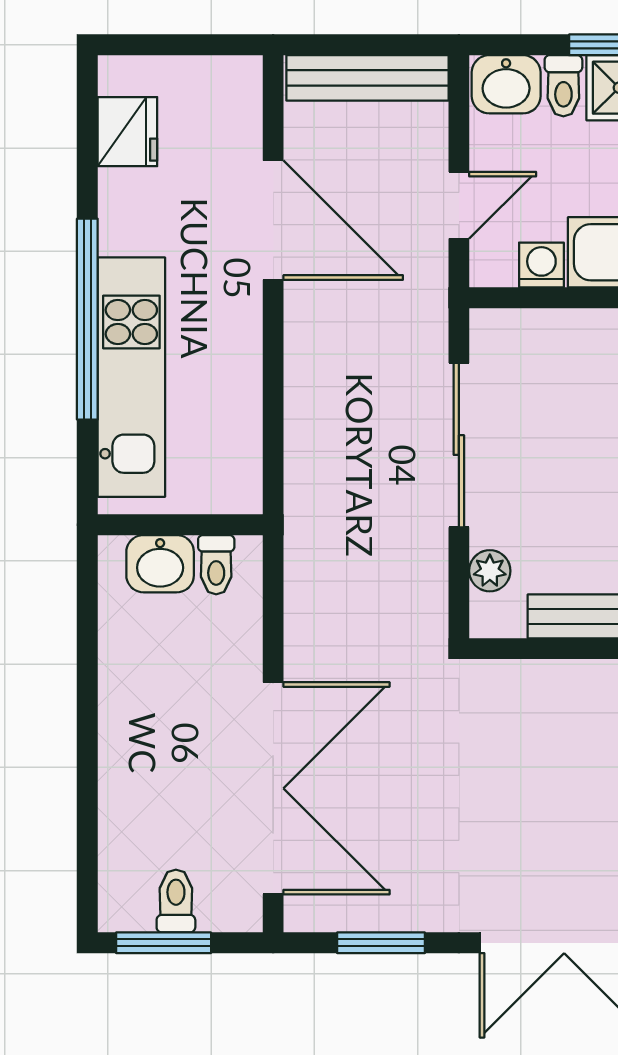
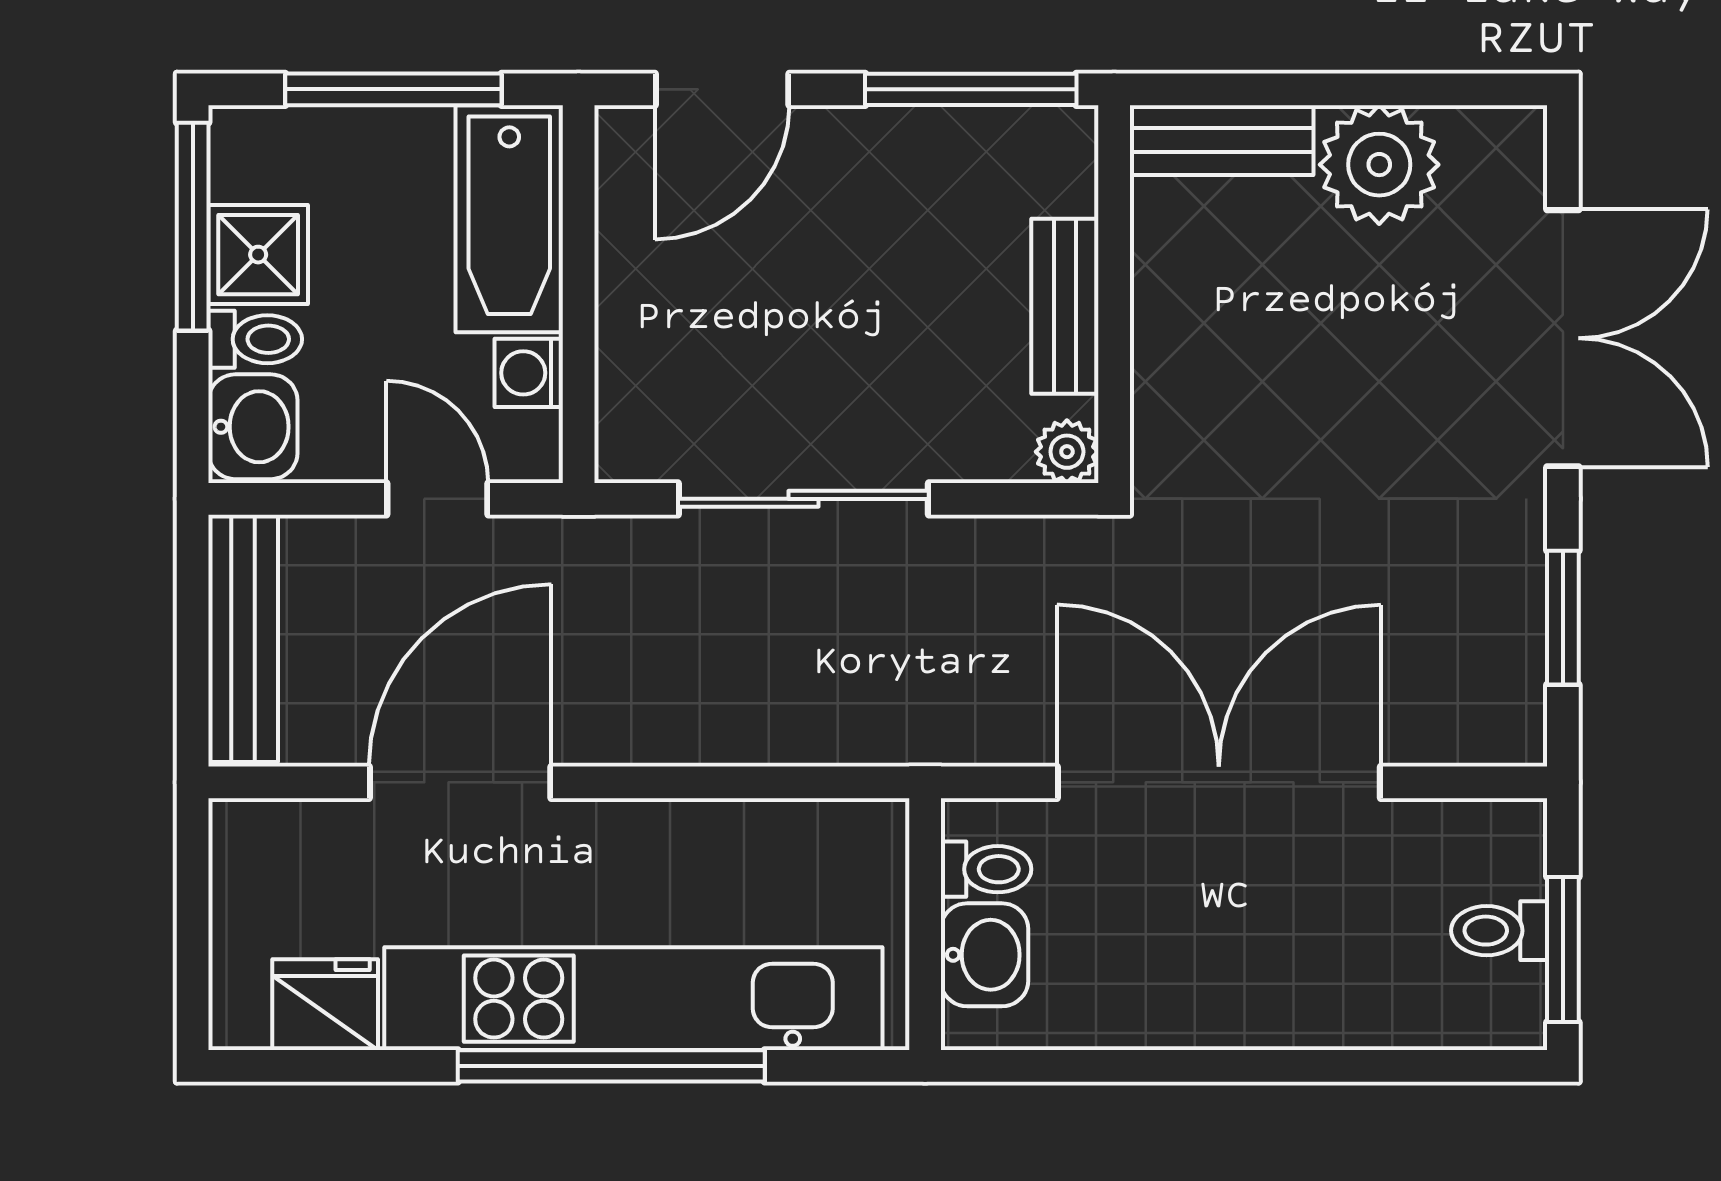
kitchen unit: (131, 377) -> (633, 999), width x1.36
plant: (490, 571) -> (1067, 452), moved
double door: (273, 788) -> (1219, 782), moved

